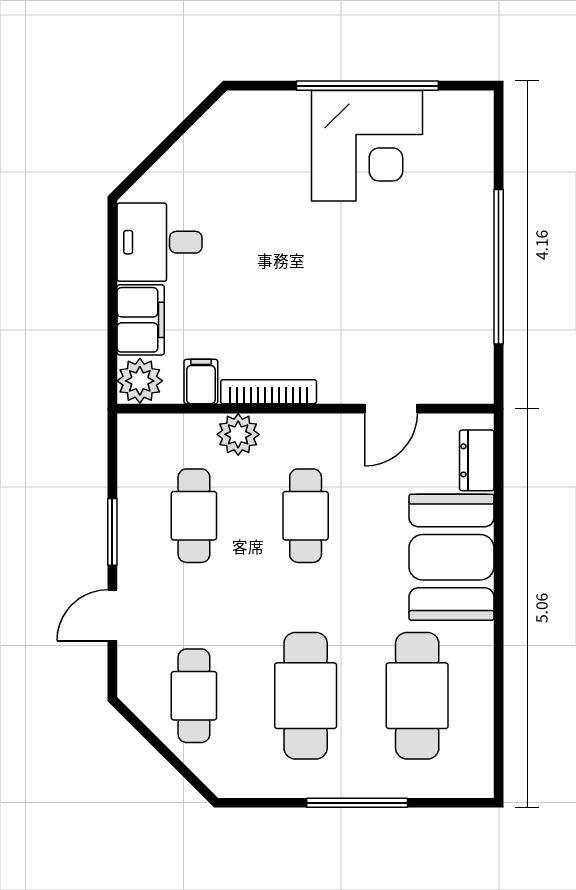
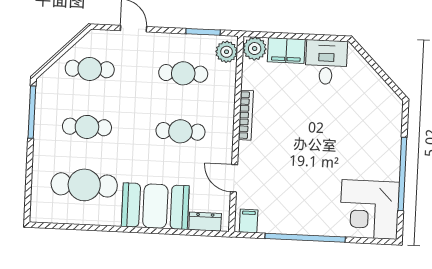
corner desk: (367, 146) -> (369, 210), moved
filing cabinet: (201, 382) -> (249, 221), moved, turned -90
plant: (238, 434) -> (227, 52), moved
window: (112, 532) -> (203, 32), moved
cafe table: (306, 696) -> (87, 127), width x0.73, depth x0.74
window: (357, 803) -> (32, 112), moved

